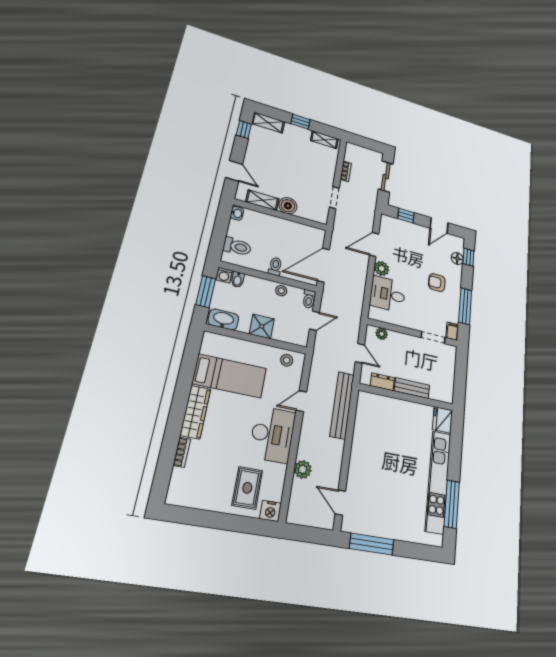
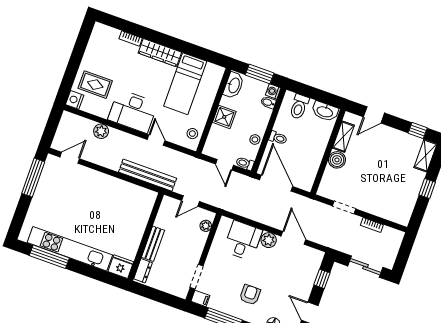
shelving: (324, 140) -> (407, 210), removed
washbasin: (237, 213) -> (325, 111), width x1.91, depth x1.45
dresser: (382, 382) -> (143, 271), moved

